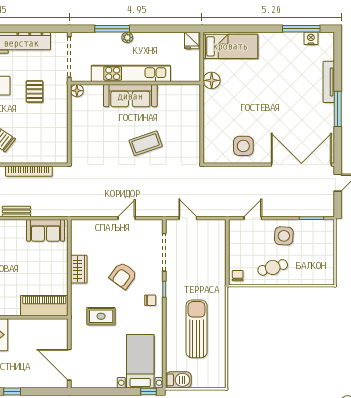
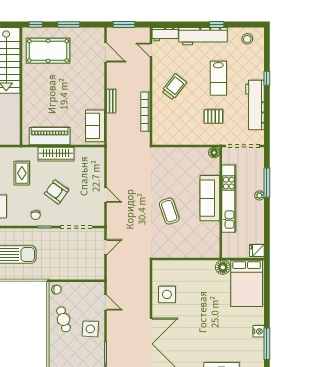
nightstand: (311, 38) -> (259, 331), moved
bed: (230, 46) -> (247, 283), width x1.50
wardrobe: (79, 269) -> (56, 154), width x1.50
piano: (44, 306) -> (50, 136), moved, turned -90

